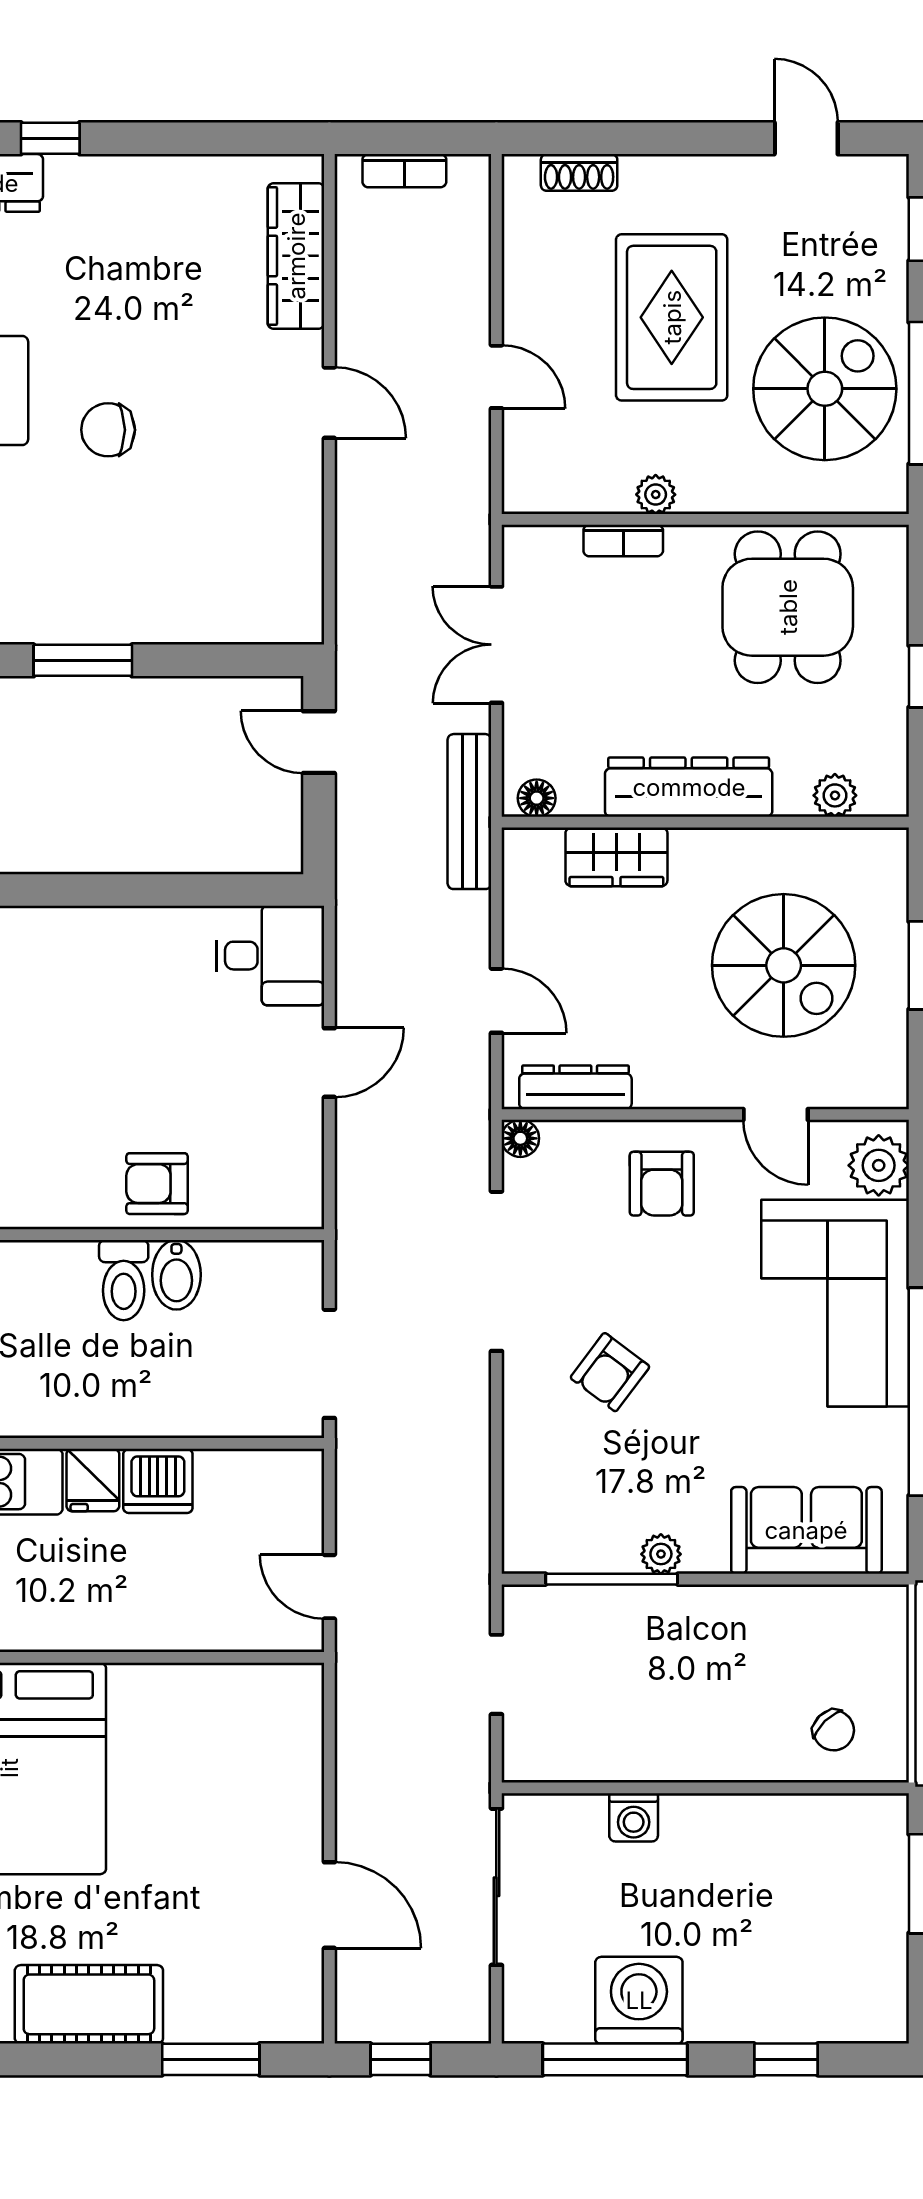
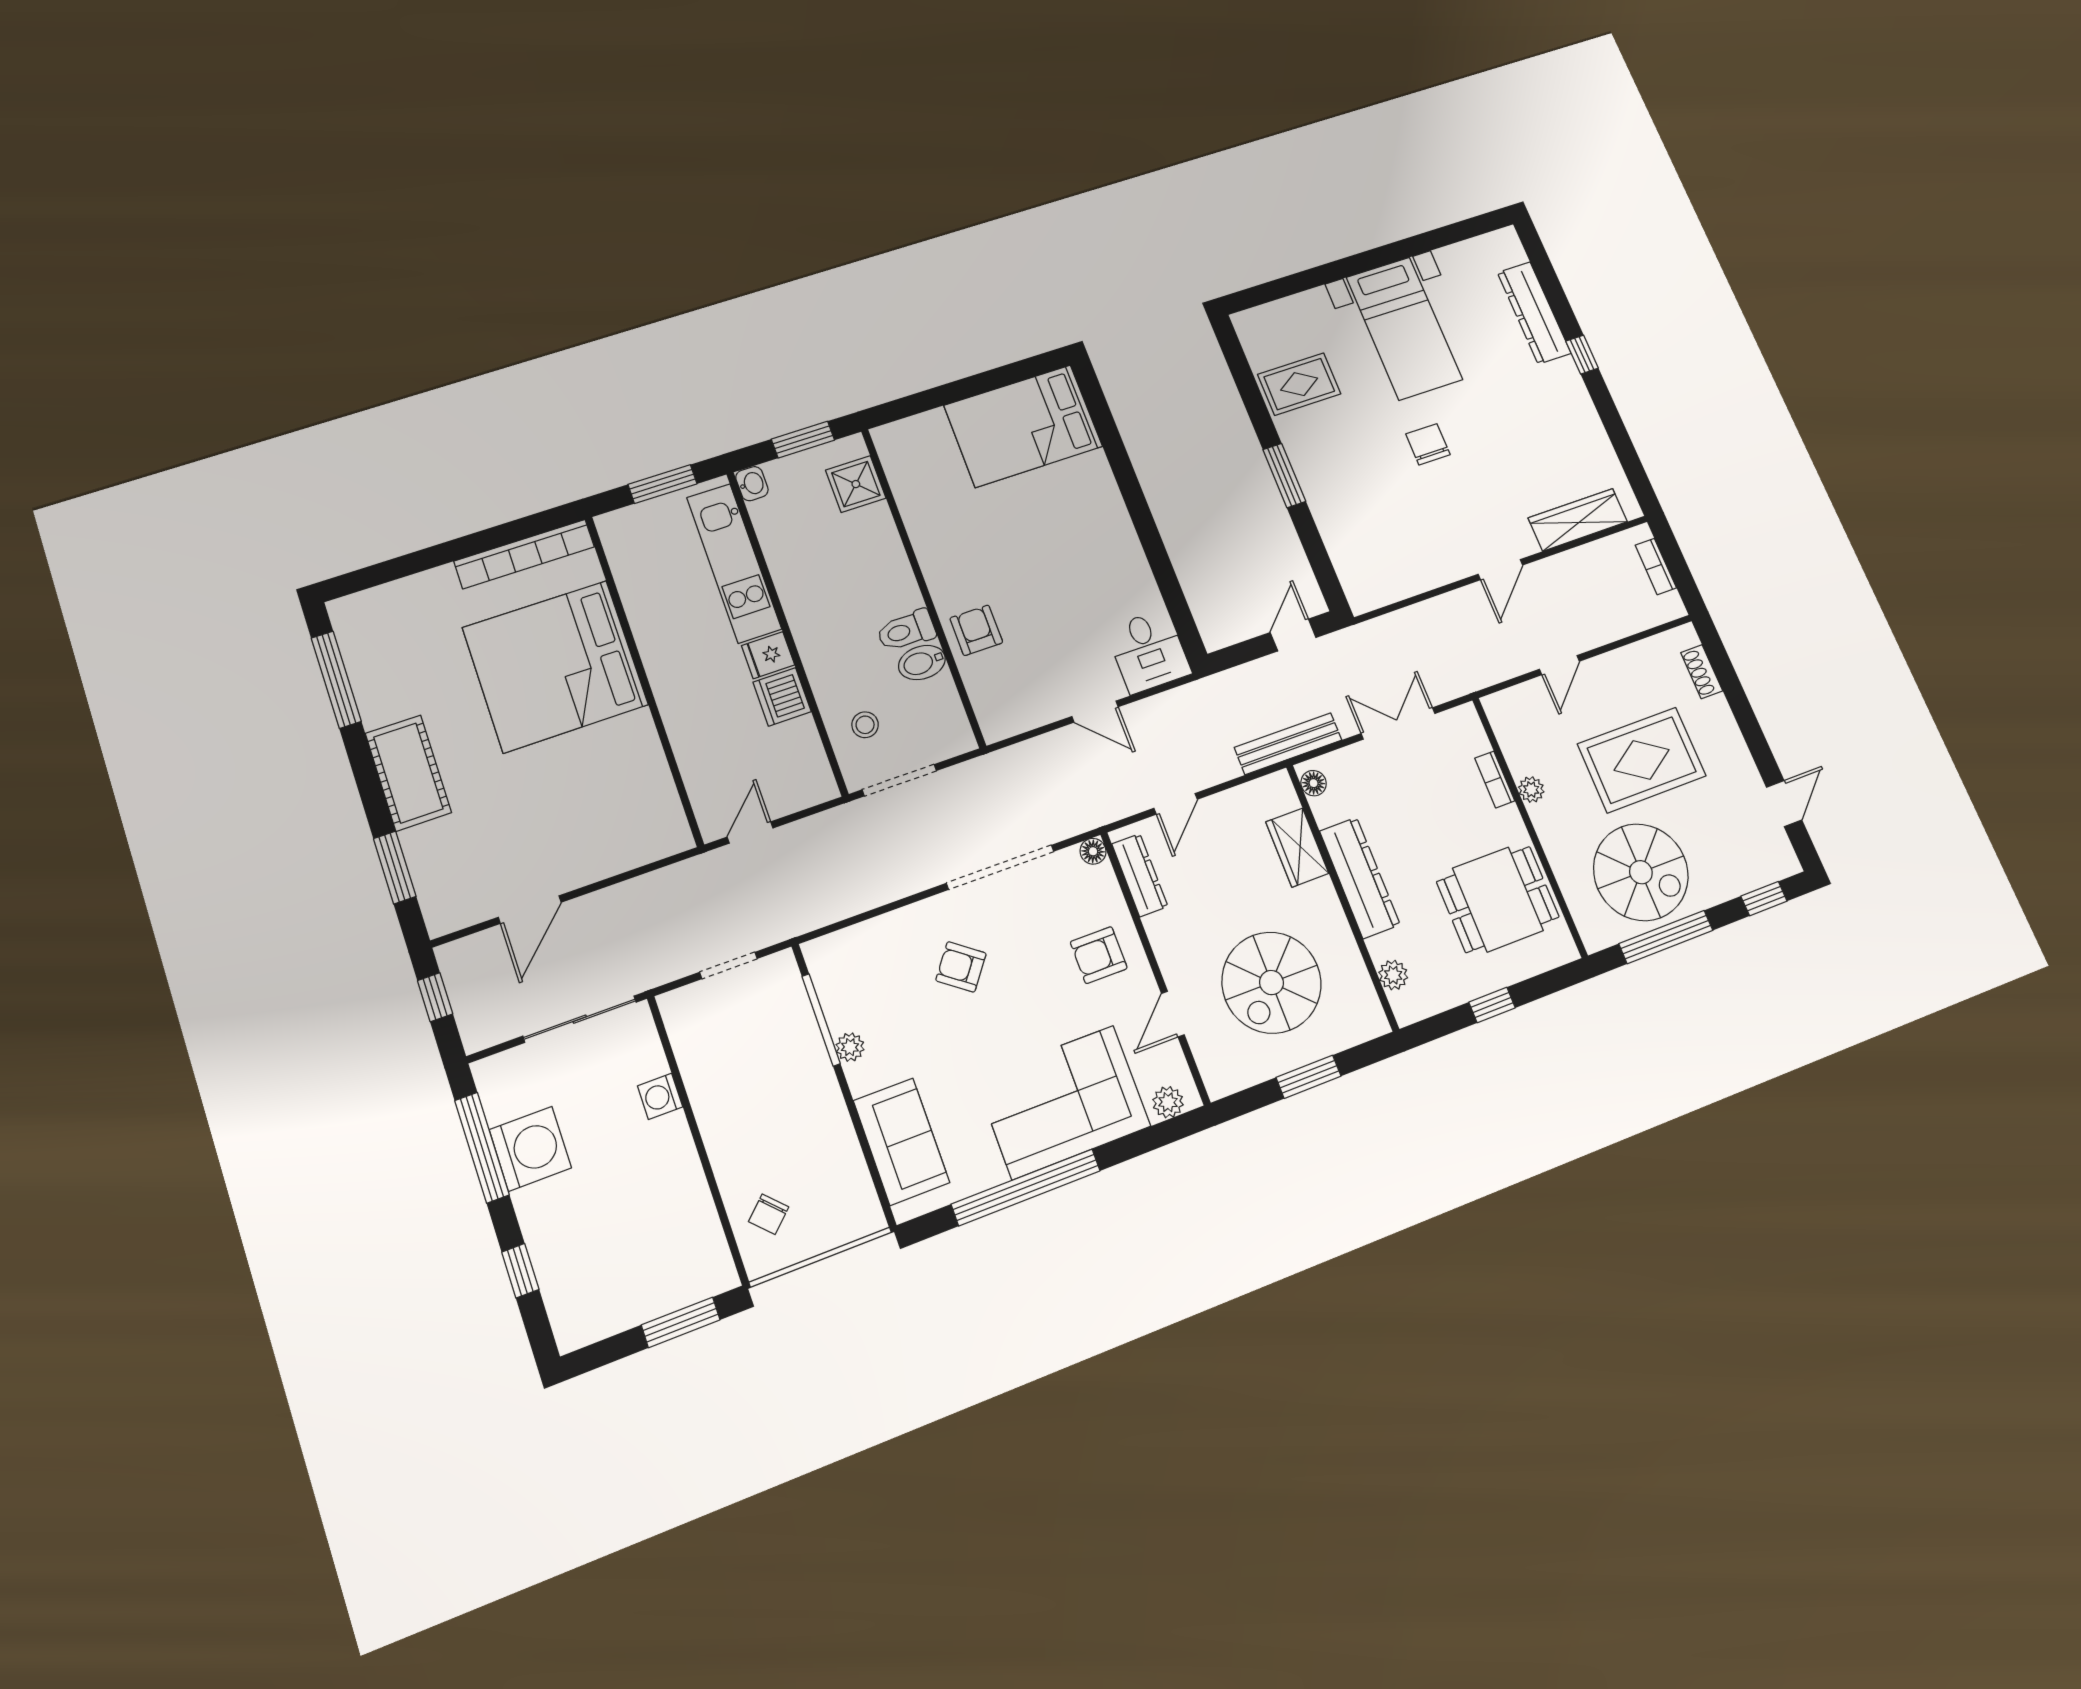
plant: (879, 1165) -> (1168, 1102), width x0.73, depth x0.73
stool: (236, 1383) -> (865, 725), added

